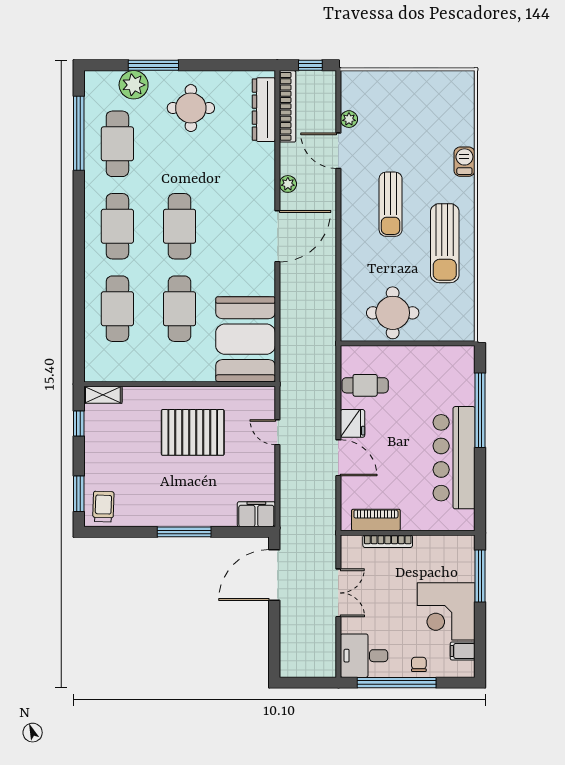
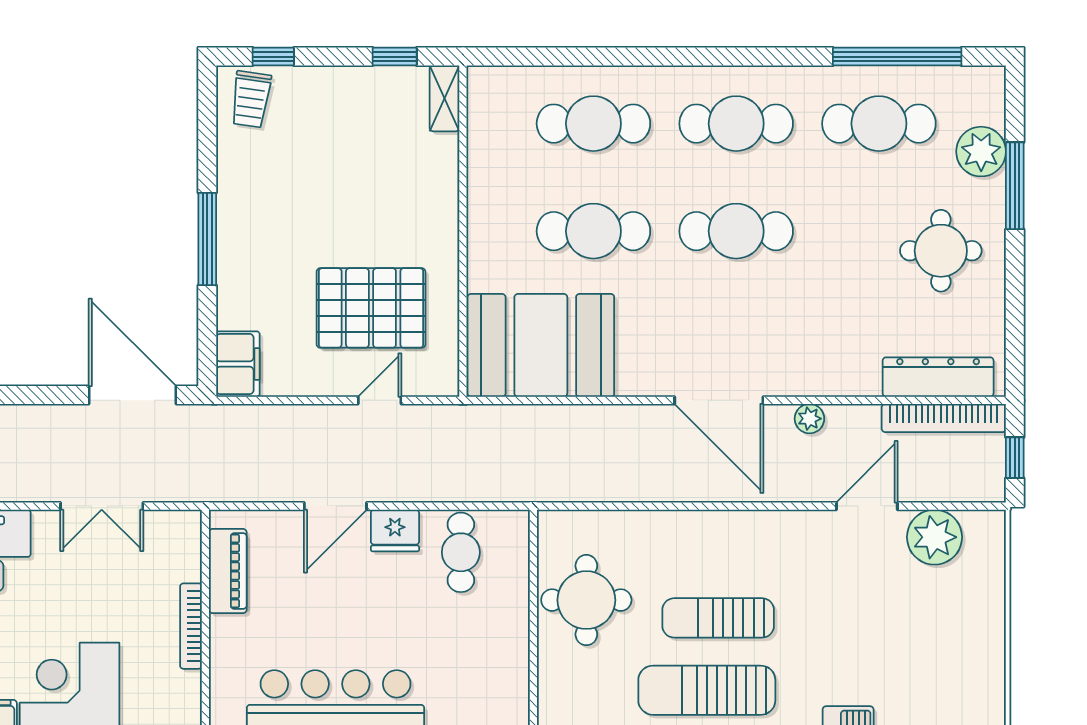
plant: (349, 119) -> (934, 537), width x1.87, depth x1.87
sun lounger: (391, 204) -> (718, 618), moved
pallet: (193, 432) -> (371, 308), moved, turned 90
window: (79, 494) -> (273, 57), width x0.67
trolley: (103, 507) -> (251, 99), turned 96
bookcase: (388, 541) -> (191, 626), moved

